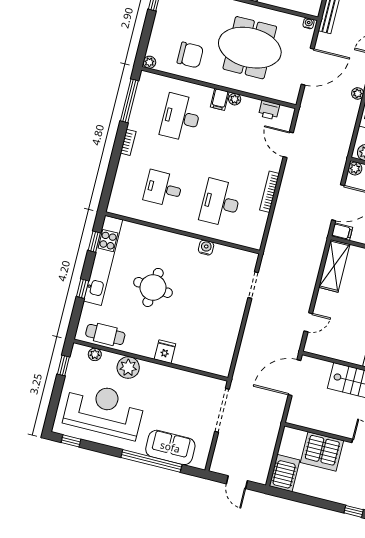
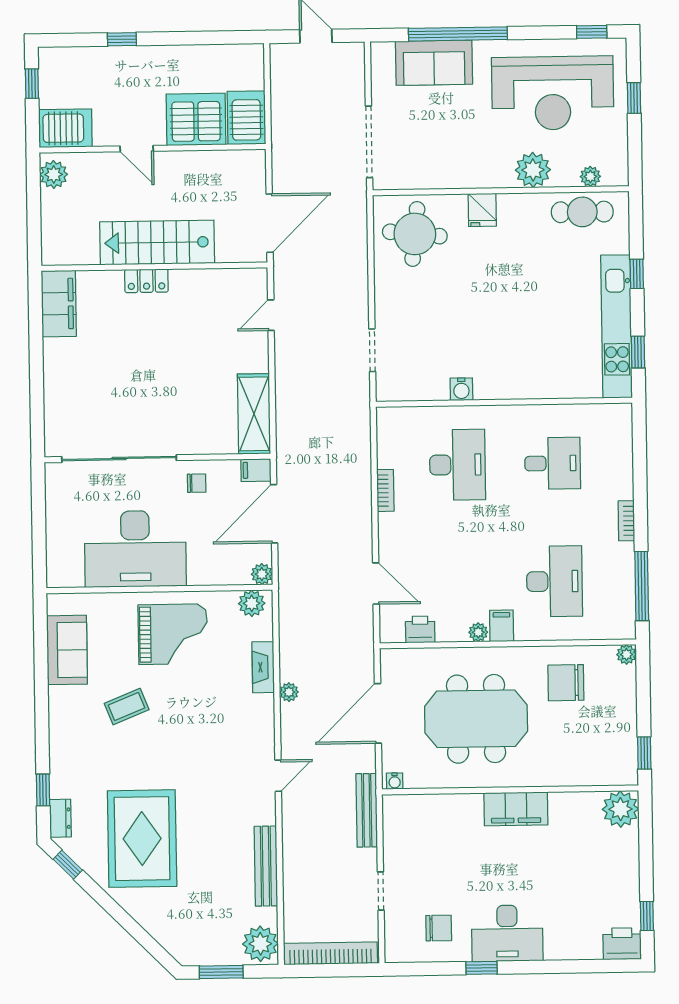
bookcase: (269, 192) -> (385, 490), width x0.64
round table: (153, 287) -> (415, 234), moved
window: (63, 365) -> (634, 98), moved
server rack: (284, 473) -> (246, 118), moved, turned 180

